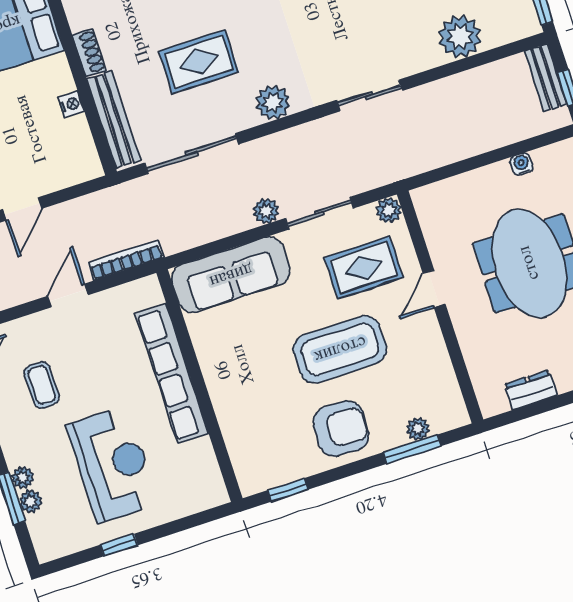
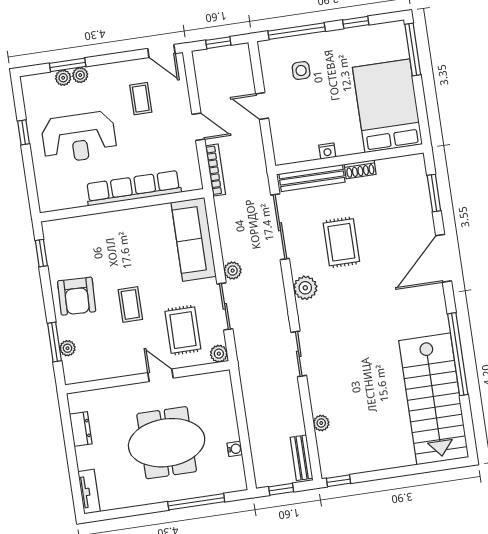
plant: (460, 37) -> (321, 423), width x0.53, depth x0.53
bench: (546, 78) -> (301, 458), moved, turned 90
coffee table: (340, 349) -> (130, 304), width x0.54, depth x0.58
coffee table: (42, 385) -> (141, 99), turned 90

